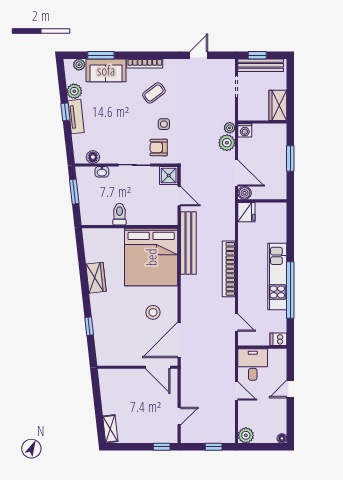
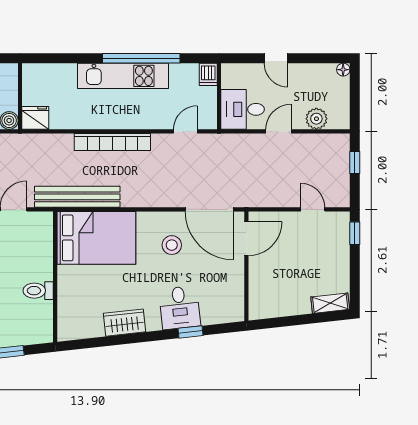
bed: (151, 257) -> (96, 238), width x0.73
desk: (107, 318) -> (180, 308), added
plant: (246, 435) -> (316, 119), moved

